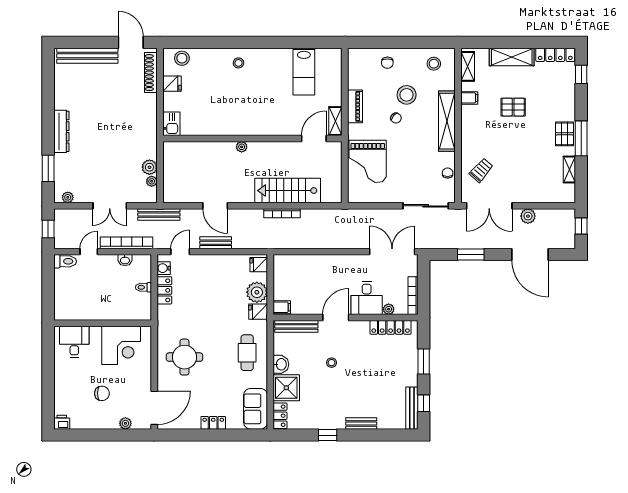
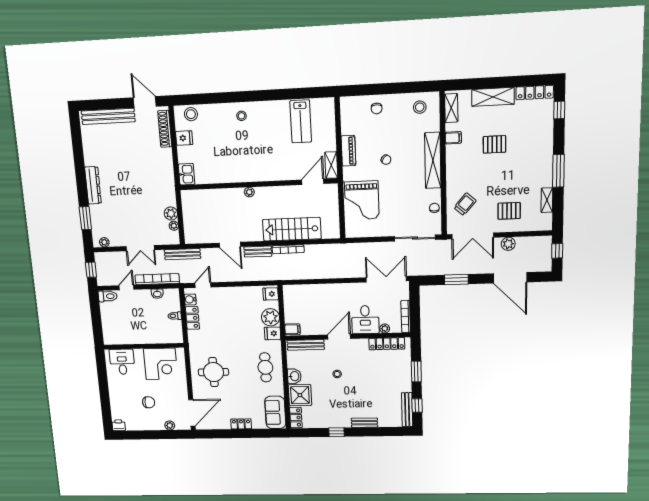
stool: (407, 95) -> (395, 138), removed
pallet: (564, 134) -> (509, 211), moved, turned 90
bench: (216, 243) -> (258, 252), moved

